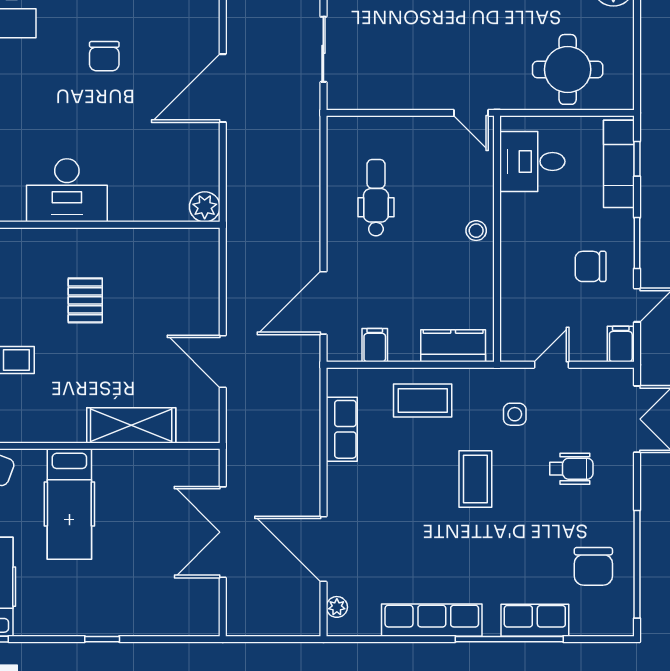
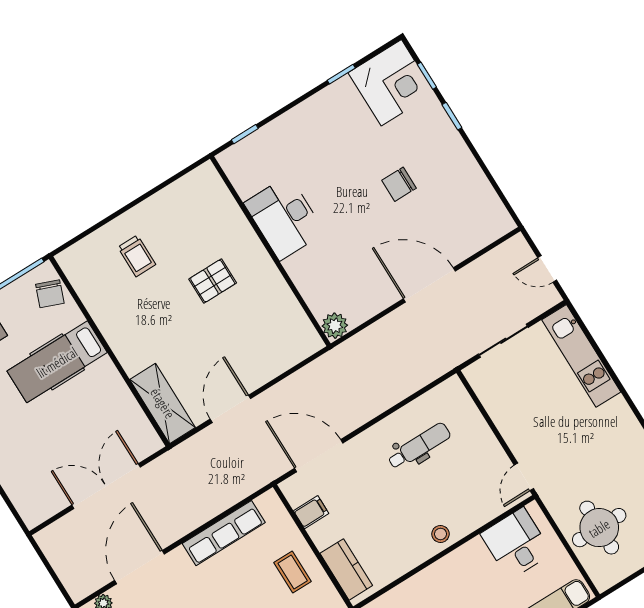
coffee table: (423, 400) -> (293, 572), width x0.73, depth x0.77
shelving: (131, 425) -> (163, 403), moved
row of seats: (342, 429) -> (224, 533), width x1.48

